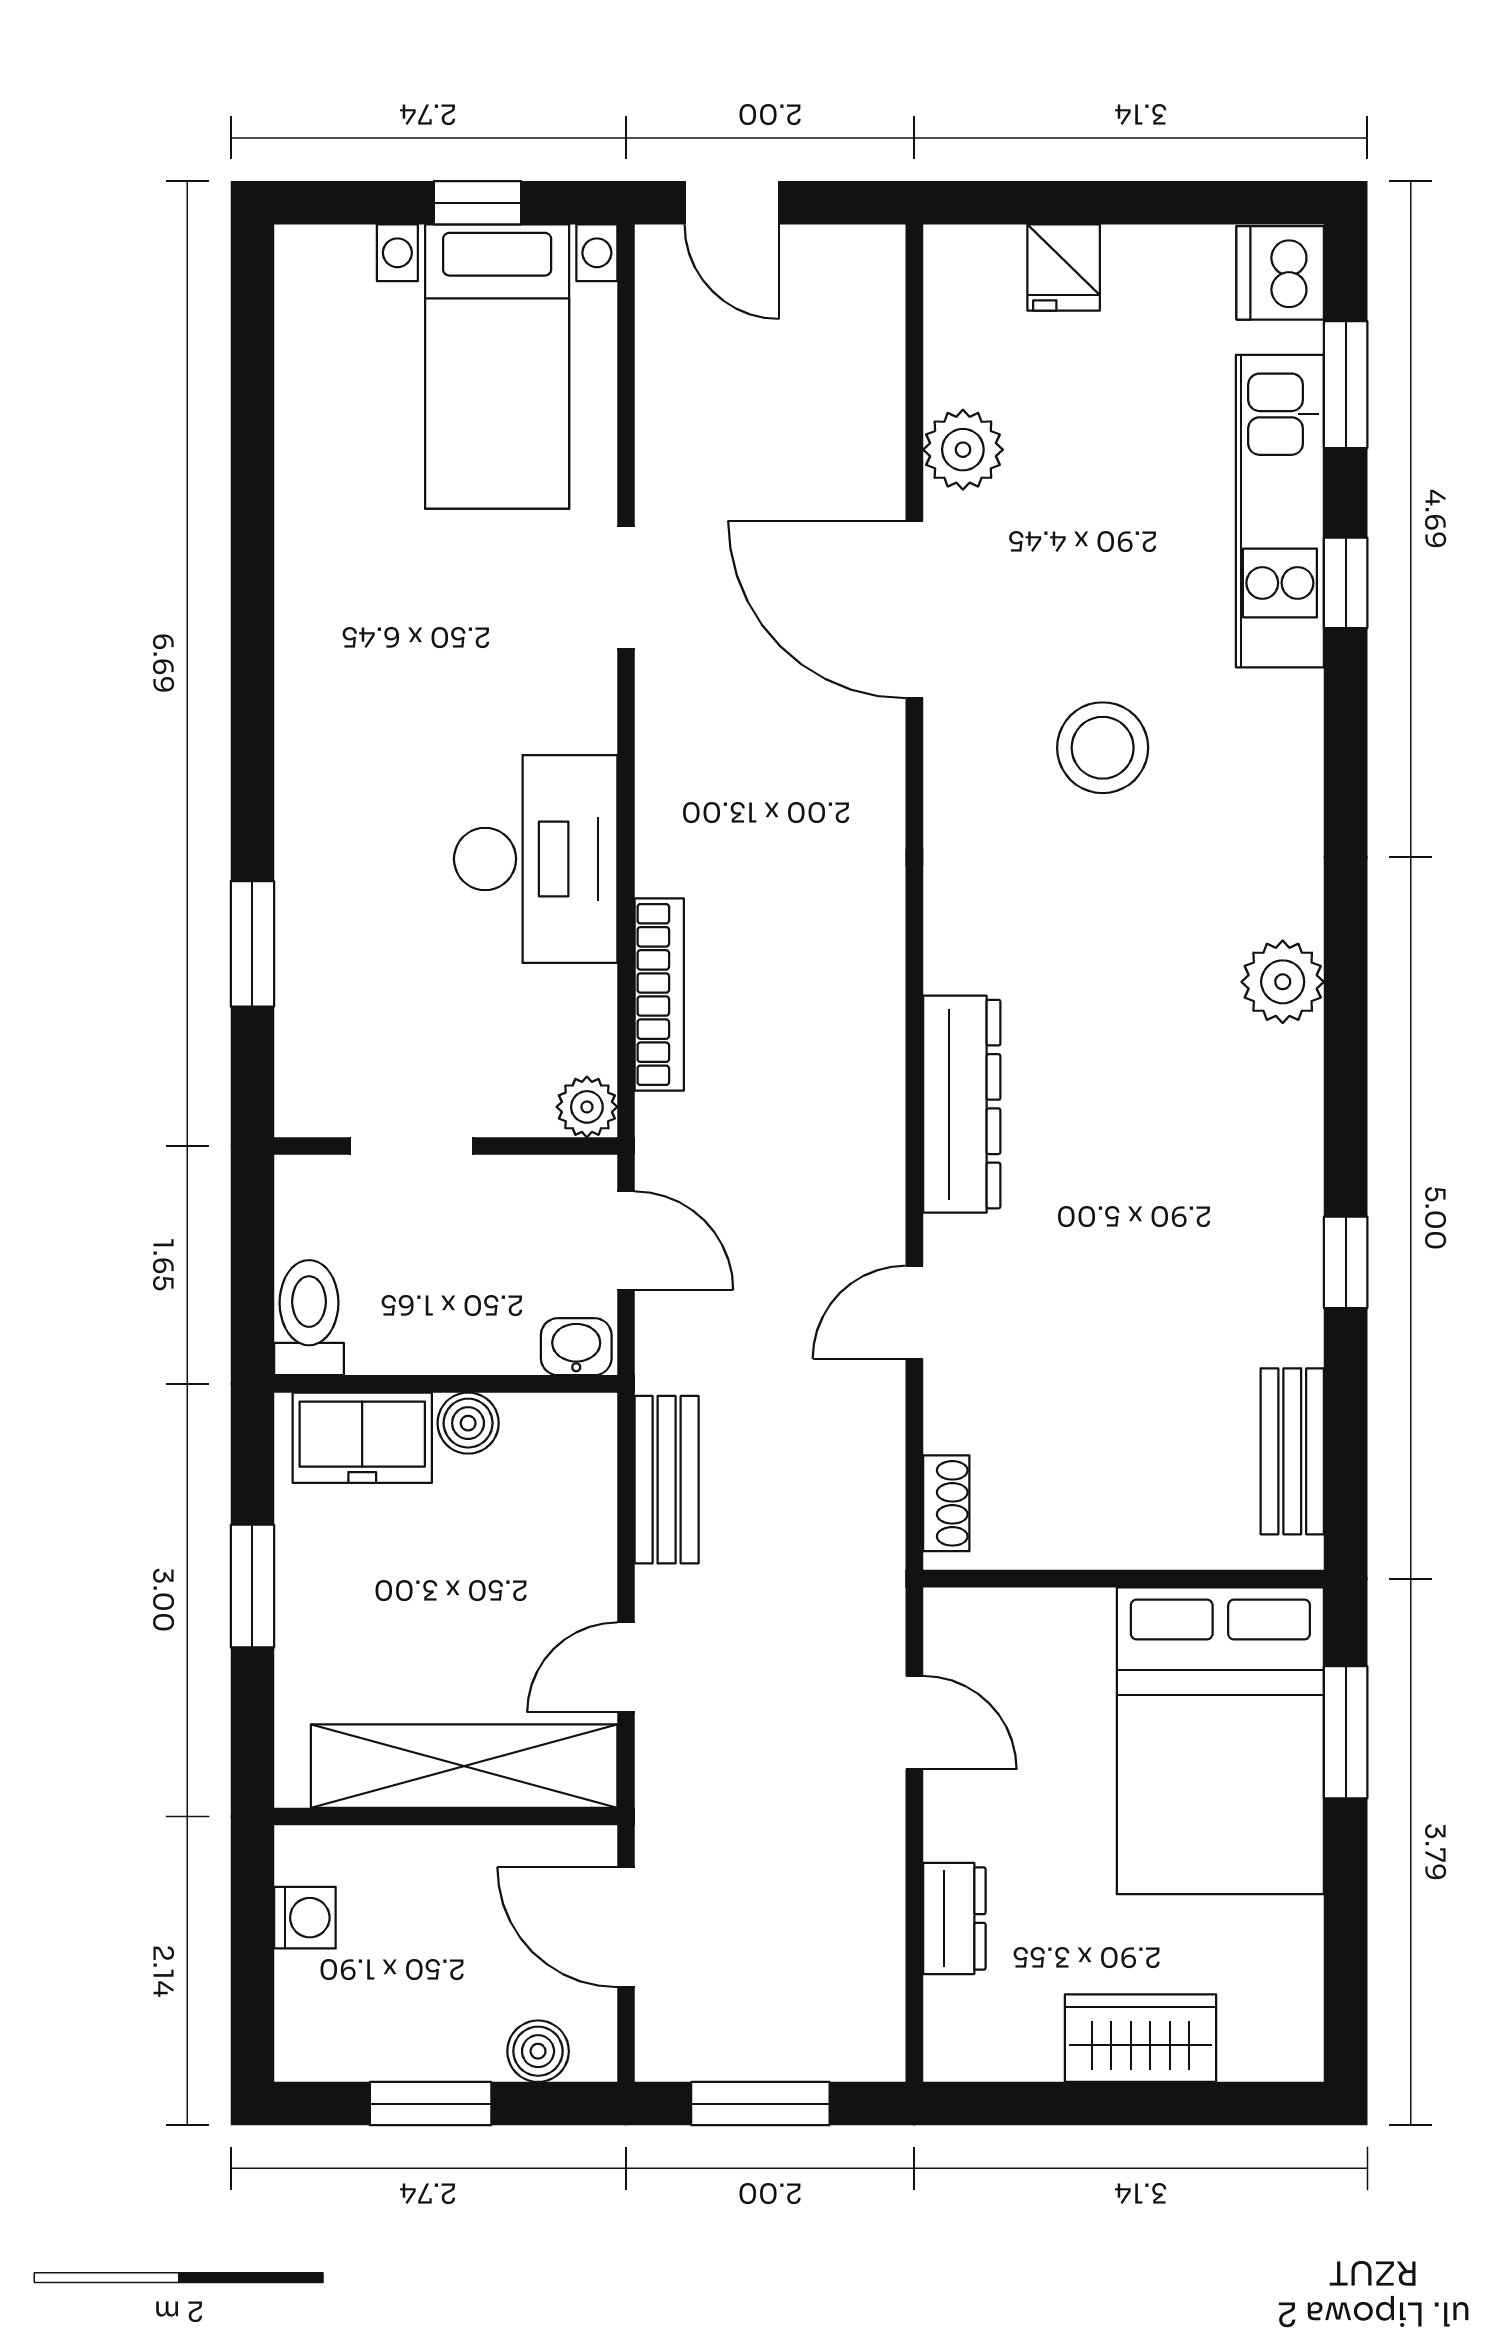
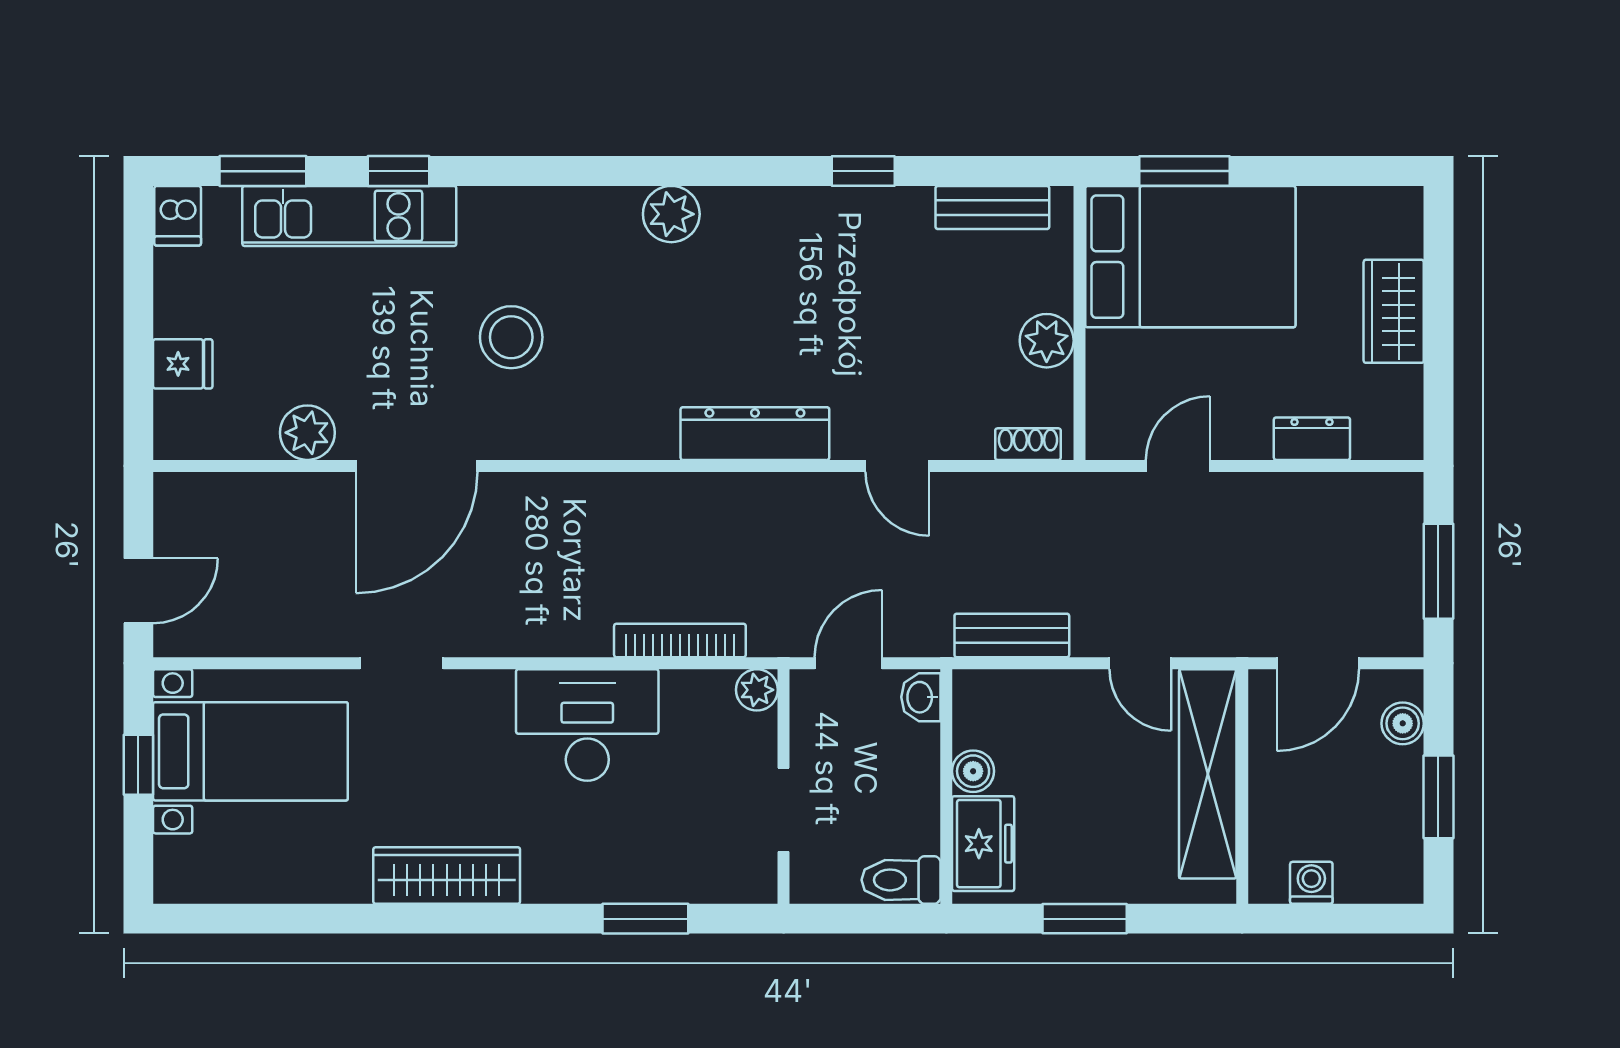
dishwasher: (1280, 273) -> (178, 216), width x0.73
wardrobe: (315, 653) -> (447, 876), added
plant: (1098, 1531) -> (1047, 341), added

